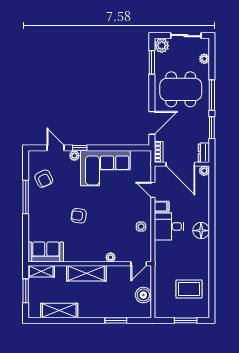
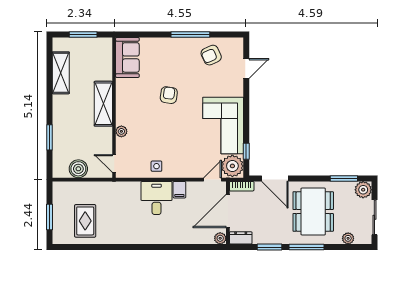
window: (80, 148) -> (246, 151), moved
plant: (74, 156) -> (232, 166), moved, width x1.88, depth x1.88
door: (153, 190) -> (212, 180), moved
floor lamp: (201, 231) -> (152, 235), removed
shelving: (41, 271) -> (106, 52), removed

